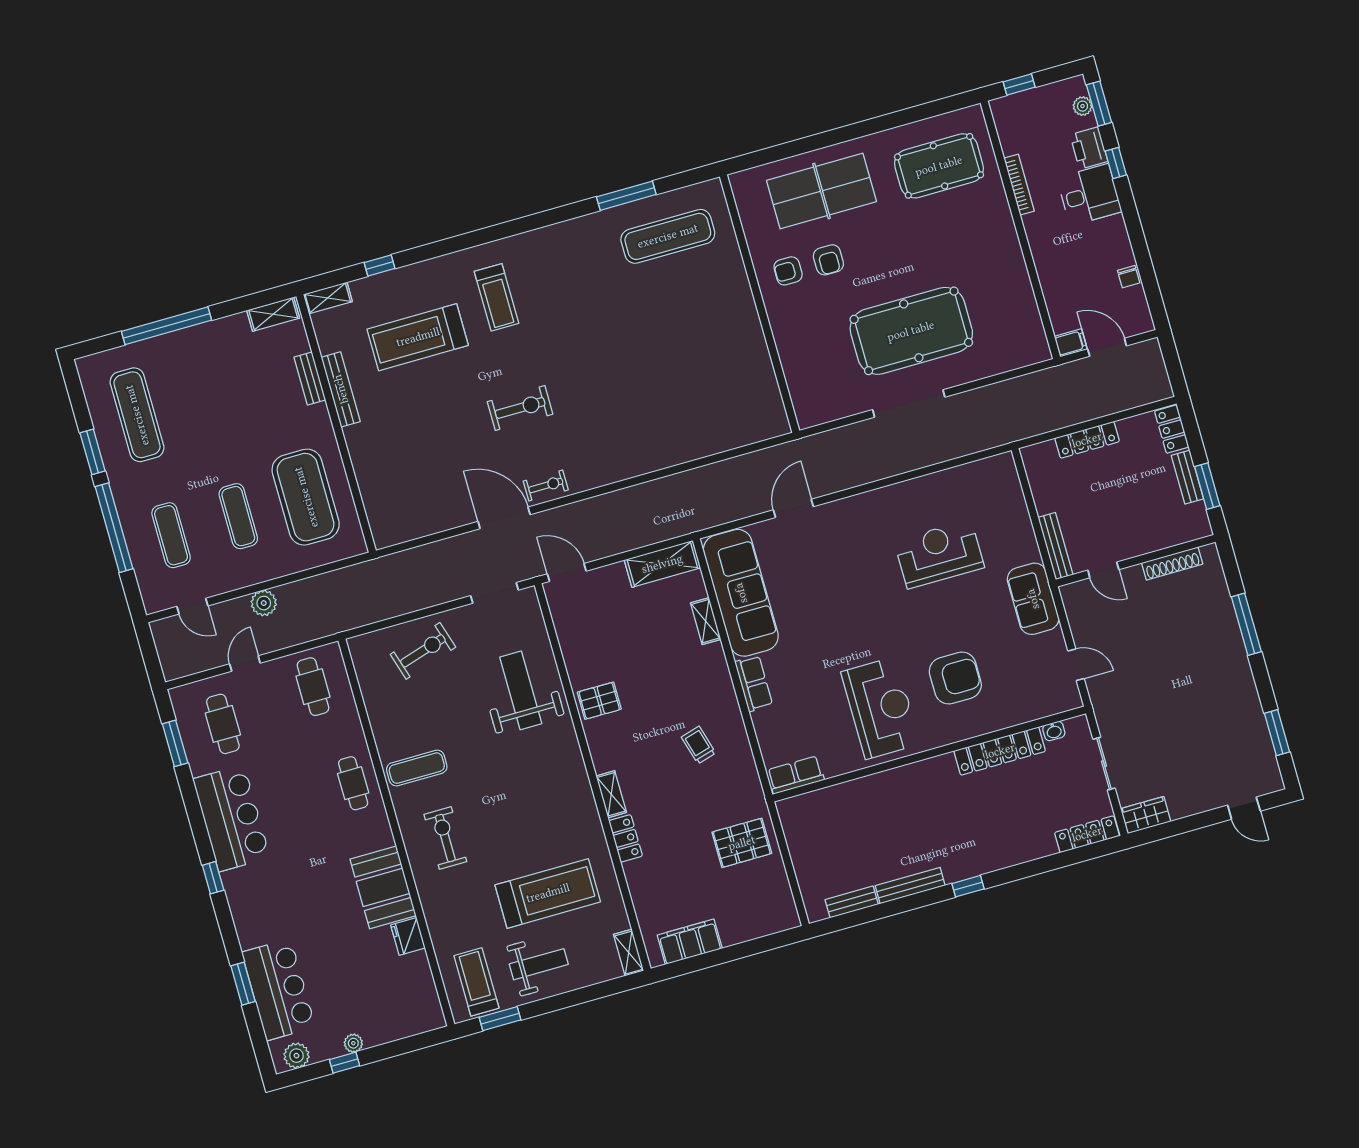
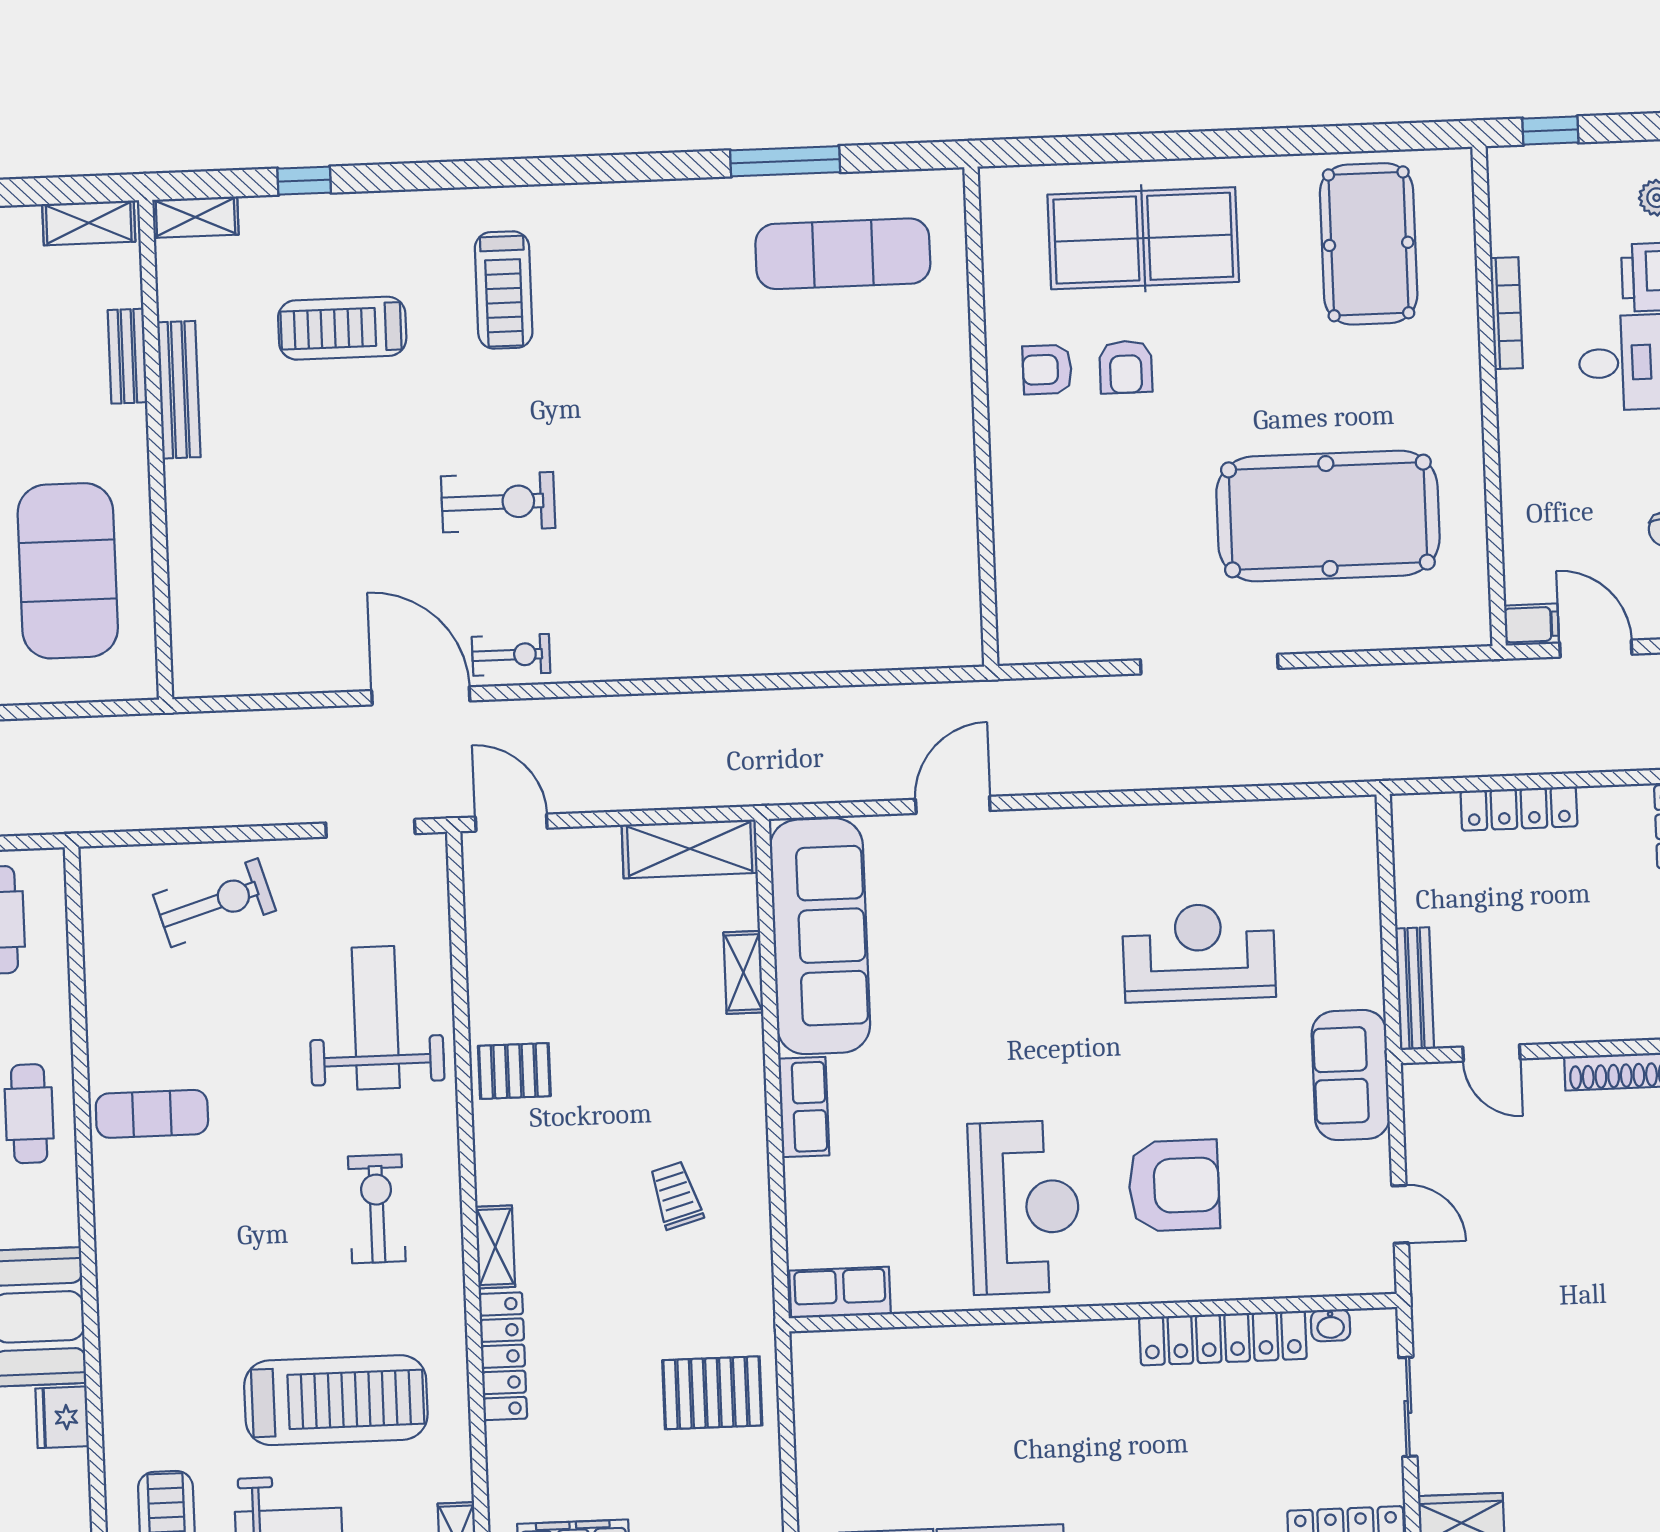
pool table: (939, 166) -> (1369, 244), turned 90
pool table: (911, 331) -> (1328, 516), moved
treadmill: (418, 337) -> (342, 328), width x0.73, depth x0.73
exercise bike: (445, 838) -> (377, 1209), moved
locker: (626, 838) -> (503, 1356), width x1.53

